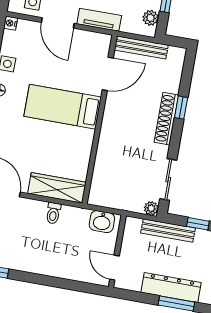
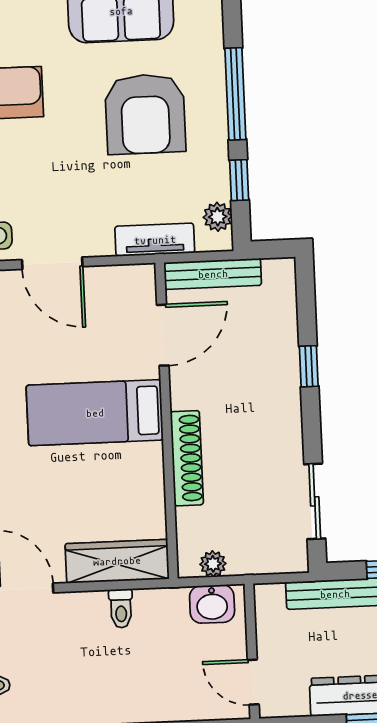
tv unit: (99, 20) -> (155, 240), moved
shoe rack: (166, 119) -> (187, 458), moved, turned 180
plant: (151, 208) -> (213, 564), moved

